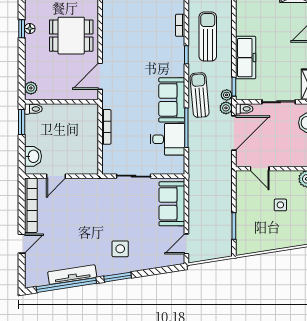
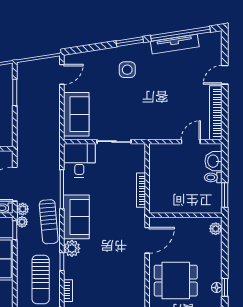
plant: (176, 68) -> (72, 248), added
toilet: (33, 109) -> (213, 177), moved
desk: (167, 139) -> (79, 160), moved, turned 90

